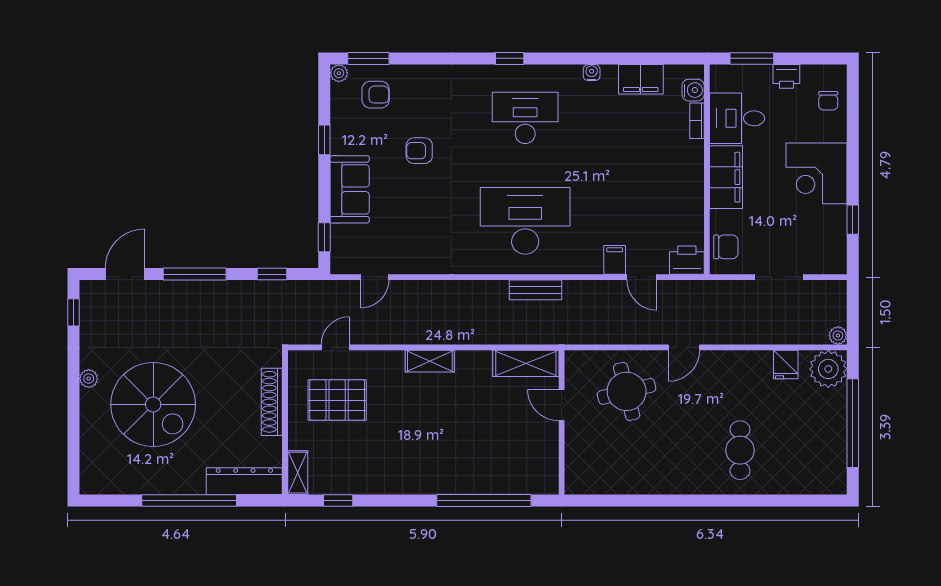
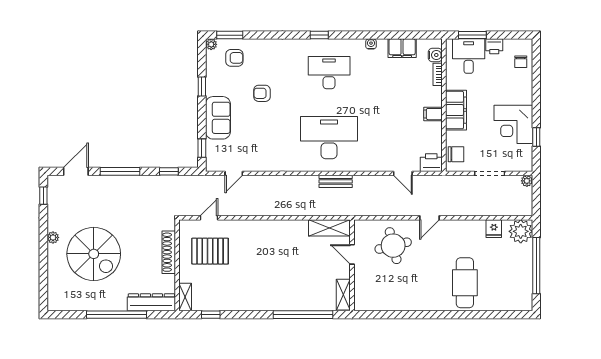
desk: (737, 118) -> (469, 56), moved, turned 90
corner desk: (817, 173) -> (513, 124), moved
filing cabinet: (615, 260) -> (433, 114), moved, turned -90
plant: (838, 336) -> (527, 181), moved
shelving: (430, 361) -> (343, 295), moved, turned 90
cafe table: (740, 450) -> (465, 283), width x1.37, depth x1.35

